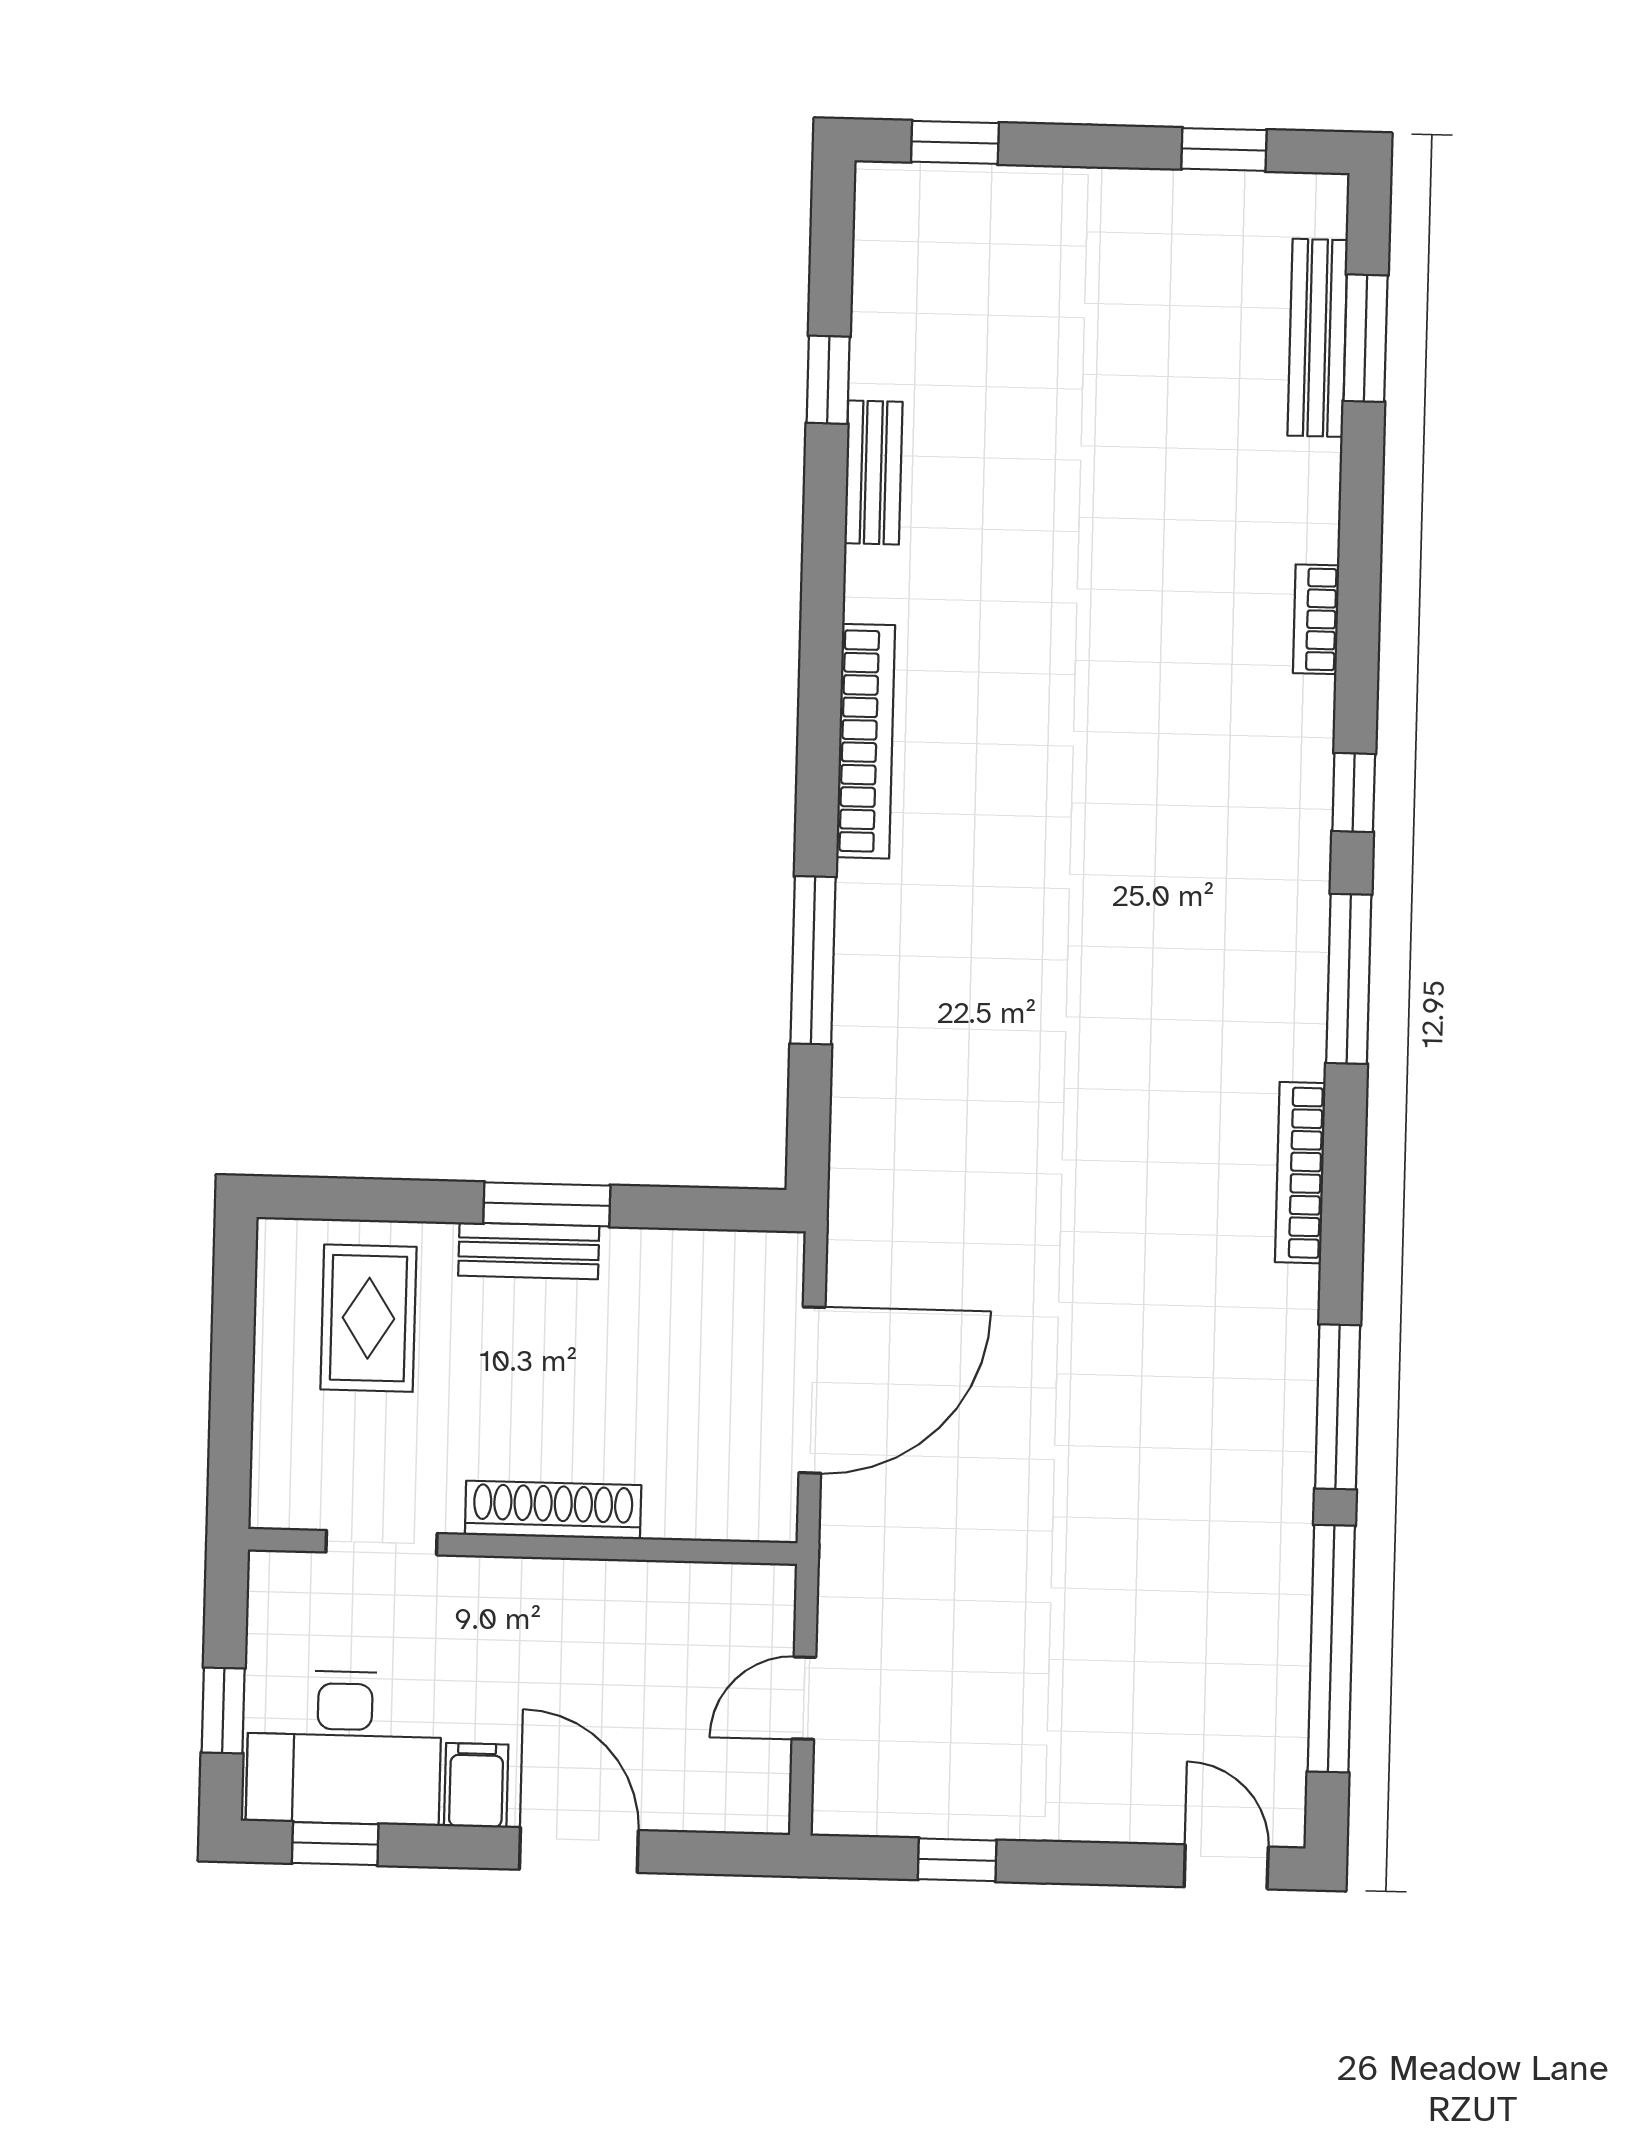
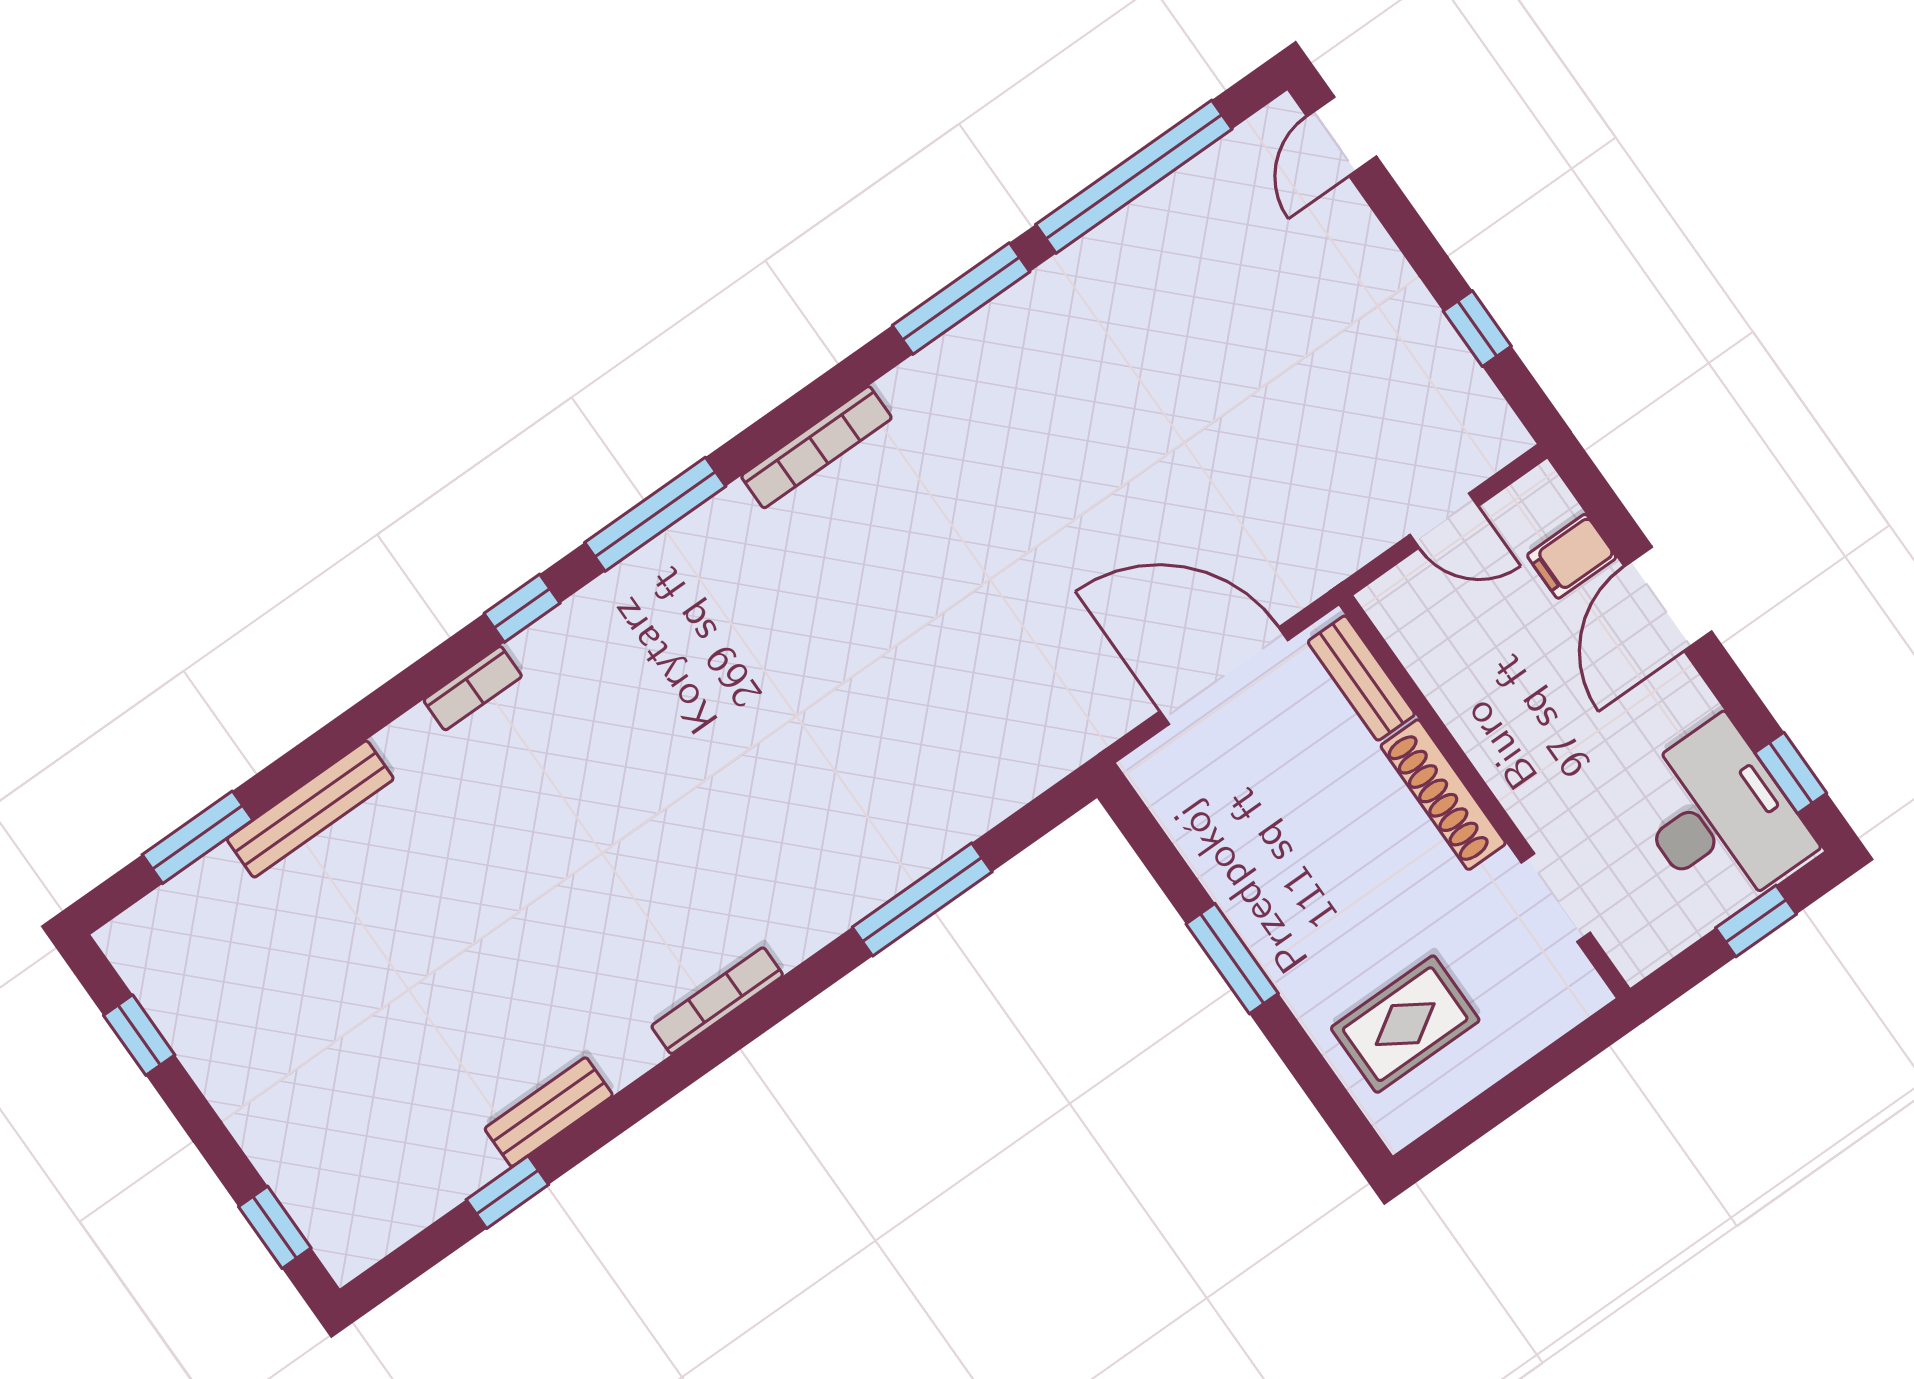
bench: (1318, 338) -> (310, 809), moved
bookcase: (1316, 619) -> (473, 688), moved
bookcase: (866, 741) -> (717, 1001), width x0.68, depth x0.76
bench: (529, 1251) -> (1361, 678), moved
filing cabinet: (476, 1785) -> (1572, 556), moved

